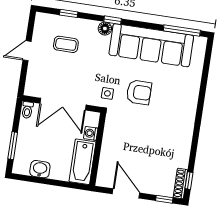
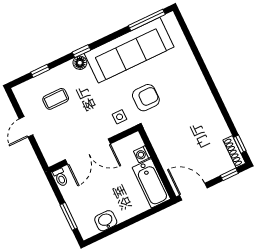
washing machine: (91, 133) -> (142, 154), moved
wall: (98, 149) -> (157, 164), moved
bathtub: (82, 162) -> (151, 183), moved

